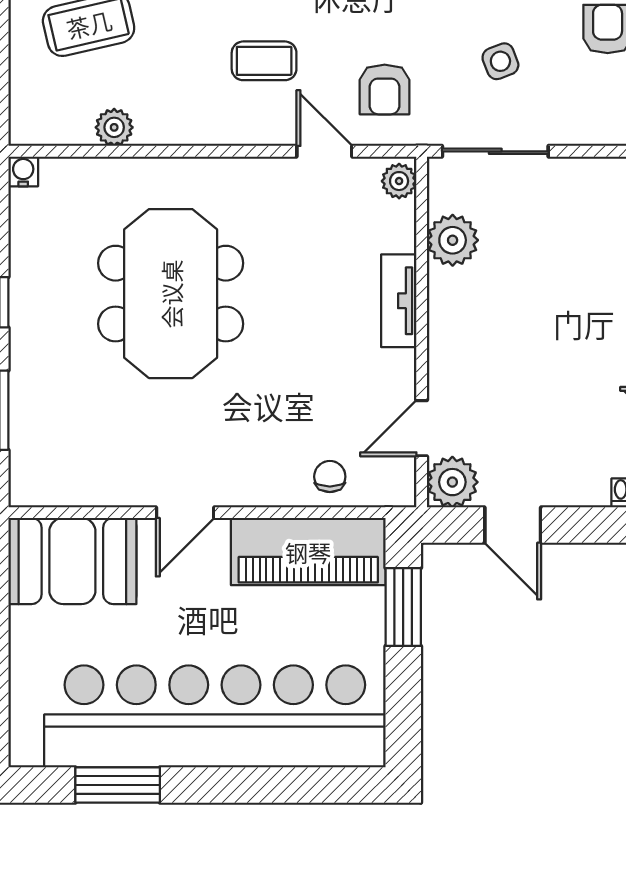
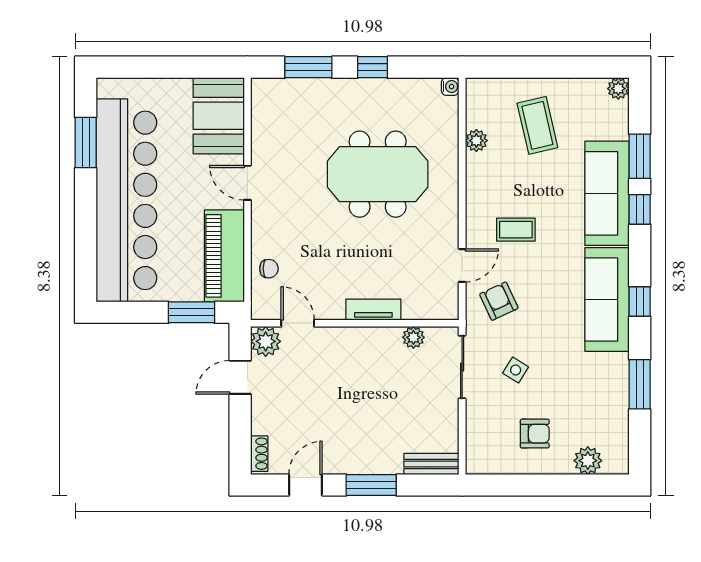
coffee table: (264, 61) -> (516, 230), turned 90
side table: (500, 61) -> (516, 370), turned -37
armchair: (385, 89) -> (499, 301), turned 65
plant: (399, 181) -> (444, 310), removed
plant: (453, 240) -> (413, 337), width x0.73, depth x0.73

